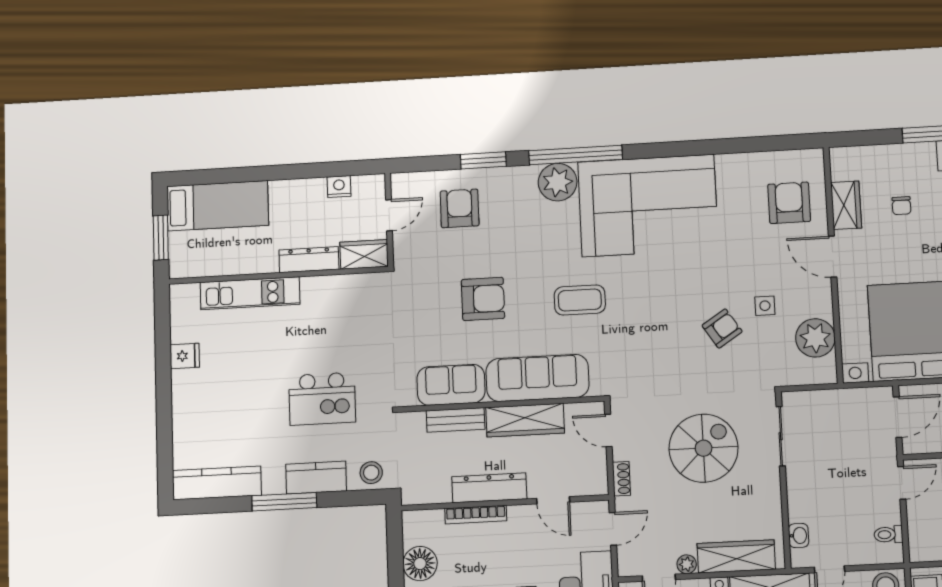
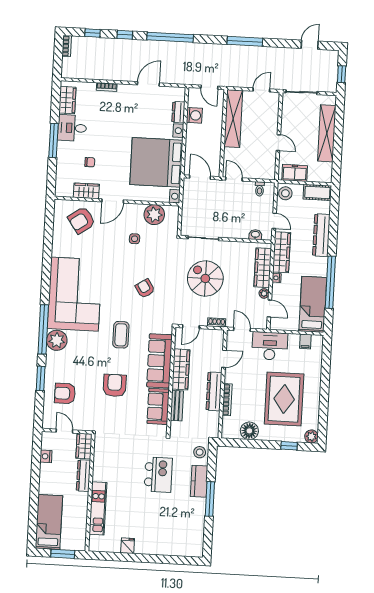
armchair: (789, 203) -> (82, 220), turned -35
armchair: (722, 328) -> (145, 288), moved
kitchen counter: (217, 483) -> (196, 534), removed

